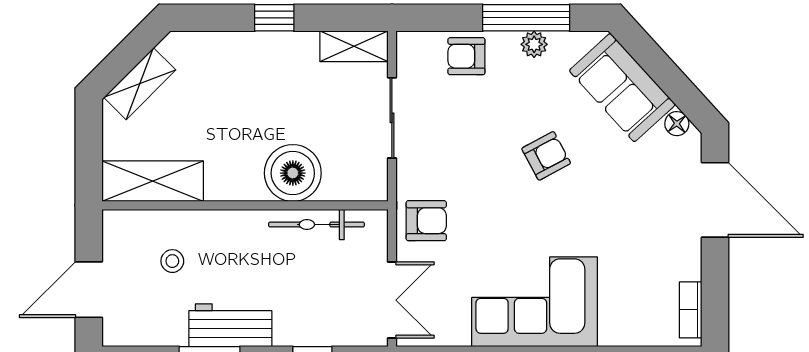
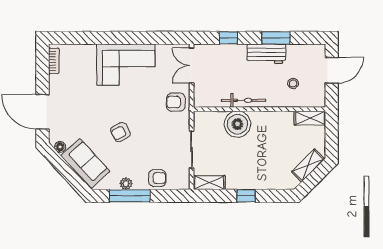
shelving: (153, 181) -> (310, 118), width x0.67, depth x0.75
bicycle: (316, 225) -> (244, 100), moved

